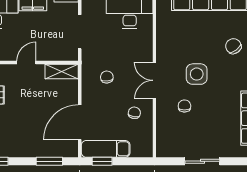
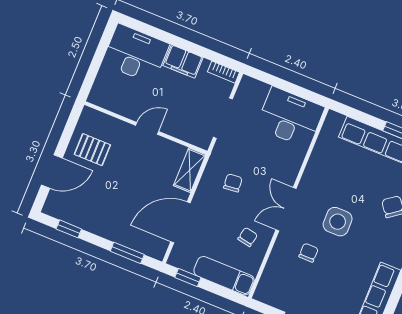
shelving: (62, 71) -> (190, 170), moved, turned 90
exam couch: (106, 149) -> (224, 276), moved

